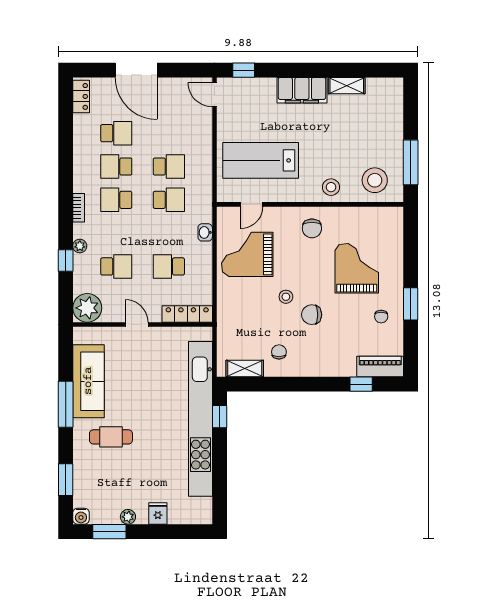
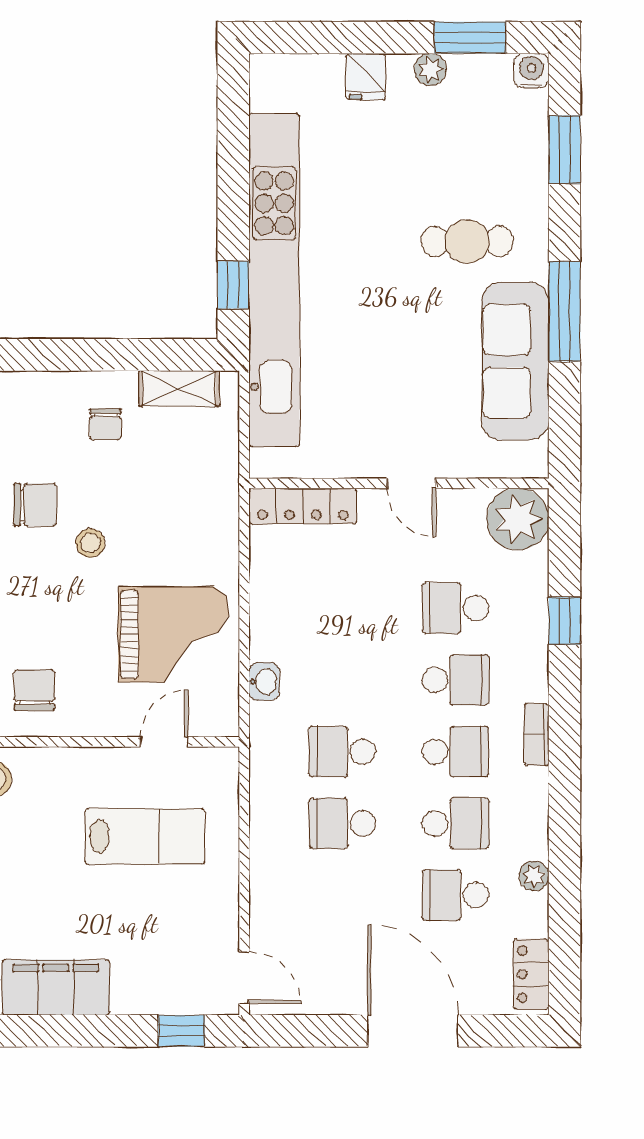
lab bench: (261, 160) -> (145, 836), width x0.73, depth x0.72
plant: (80, 246) -> (534, 876), moved
school desk: (169, 266) -> (455, 680), moved

